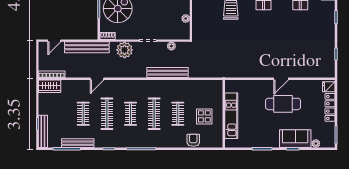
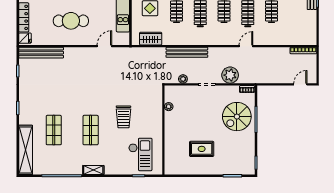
bench: (87, 47) -> (41, 53), moved
door: (97, 79) -> (246, 46), moved
door: (281, 79) -> (104, 46), moved
wardrobe: (50, 86) -> (151, 39), moved

